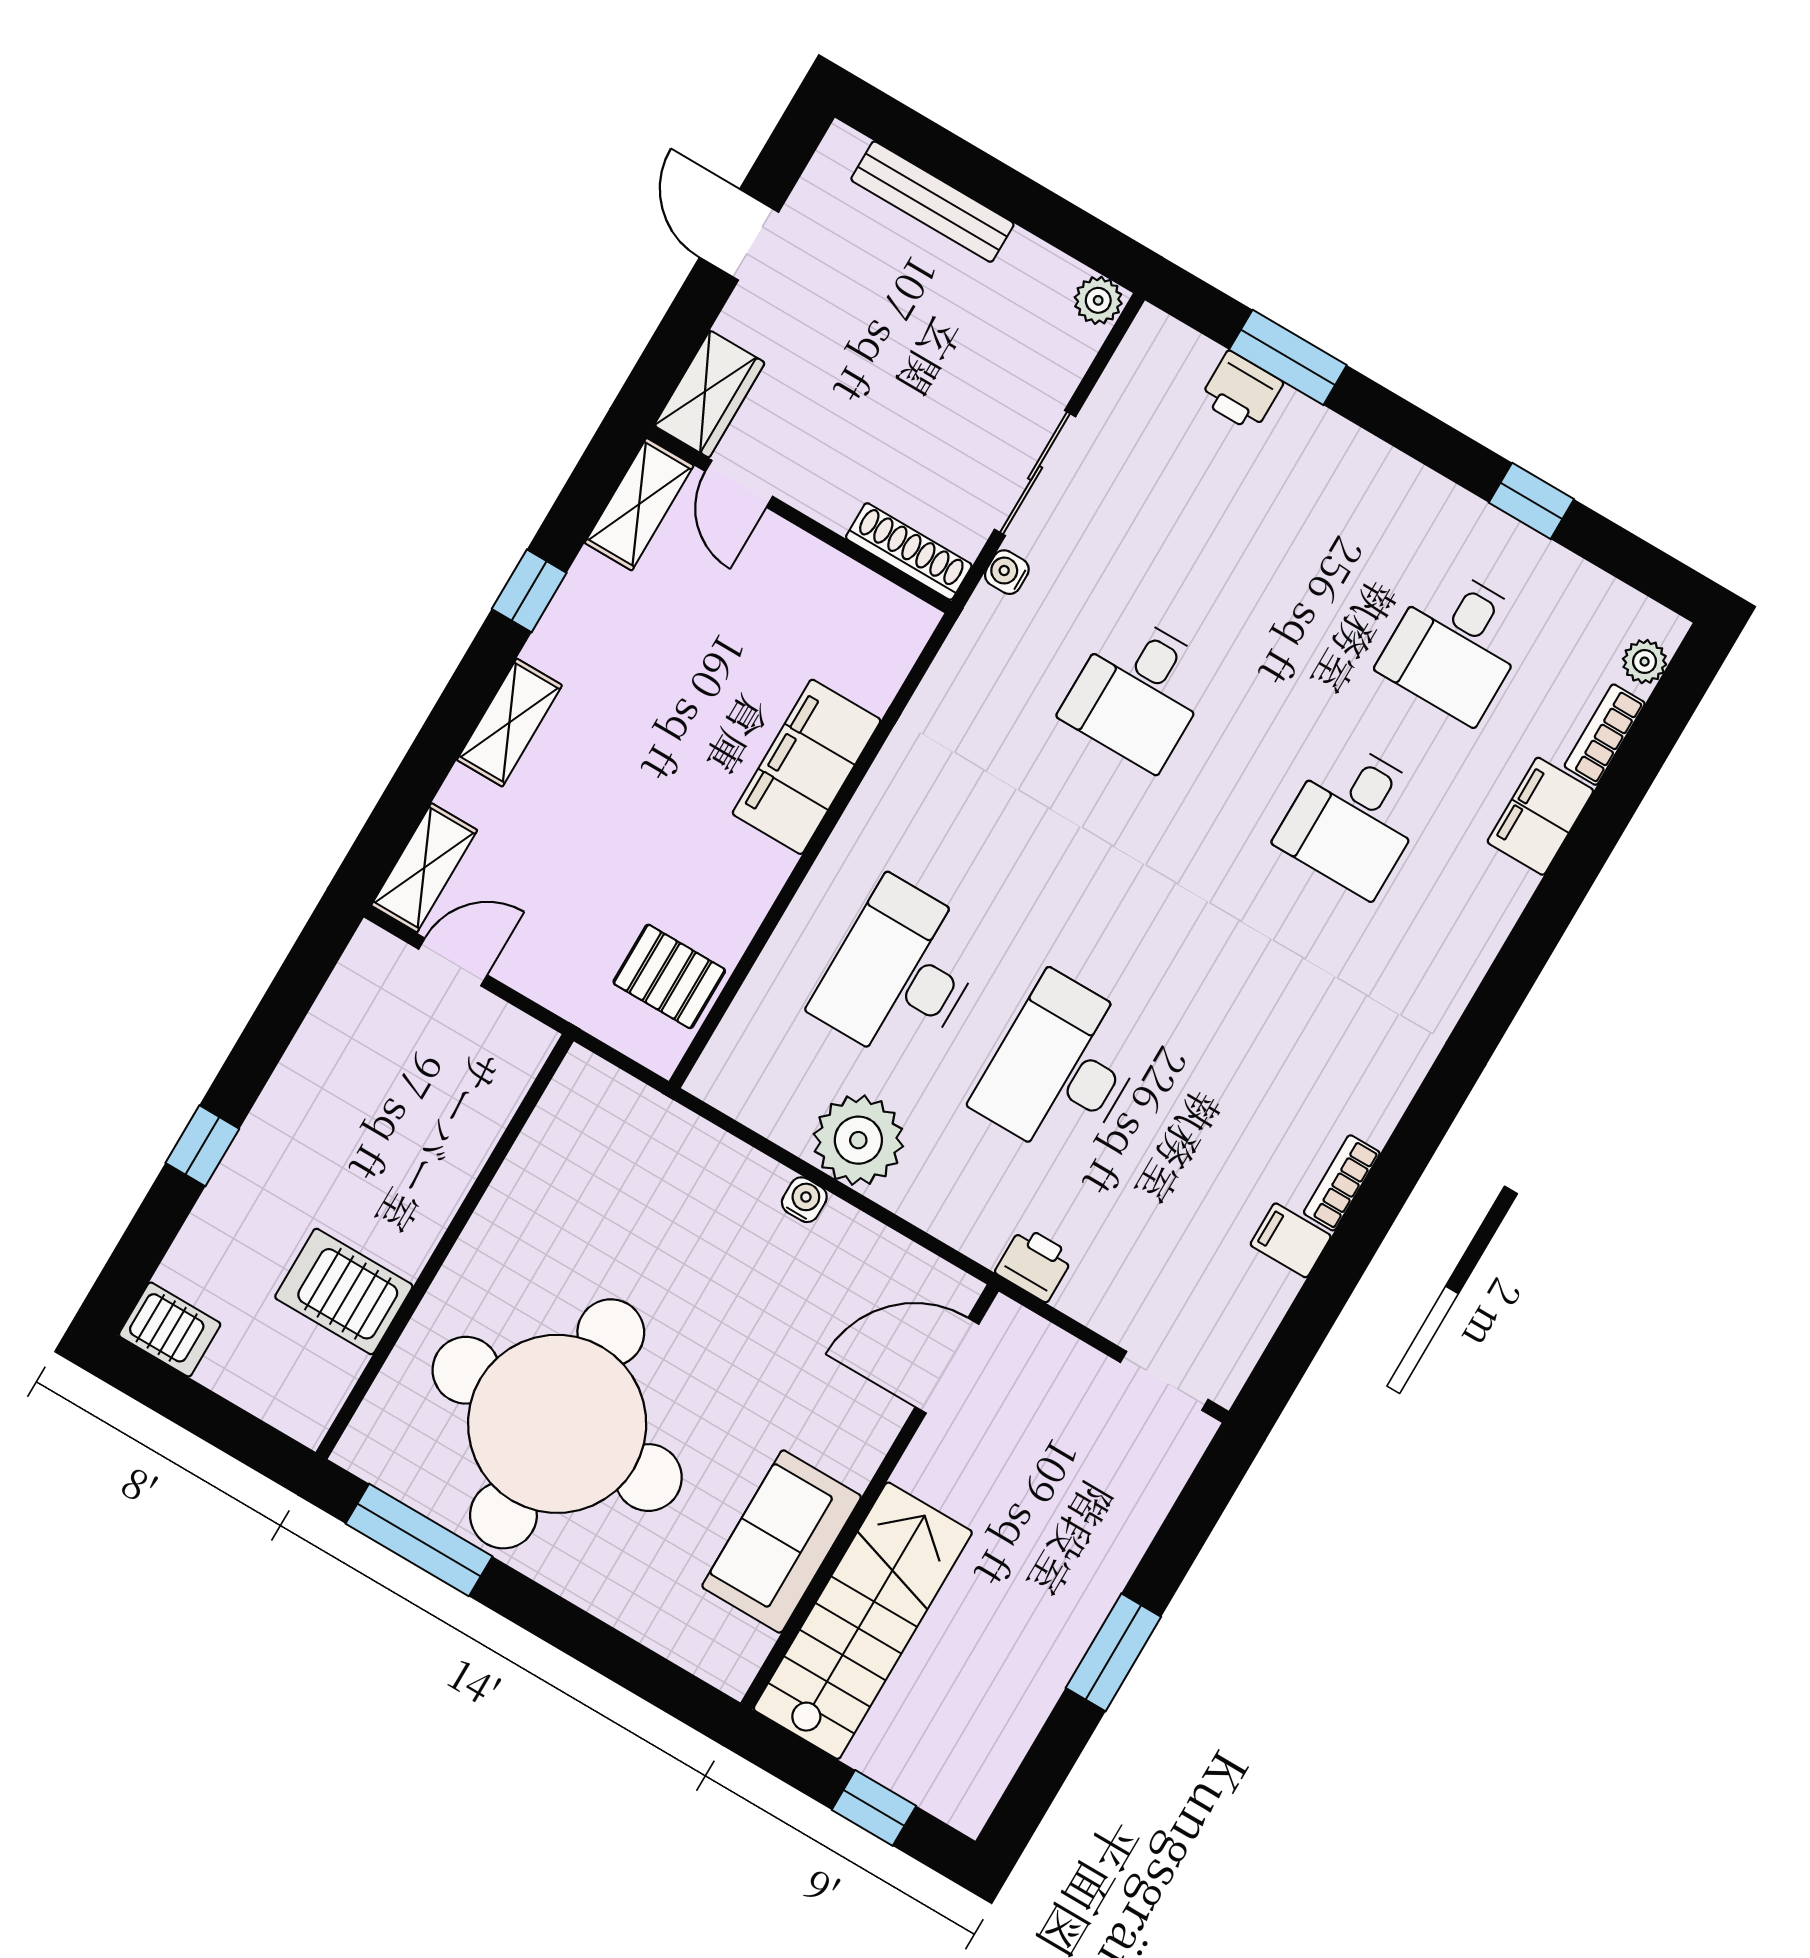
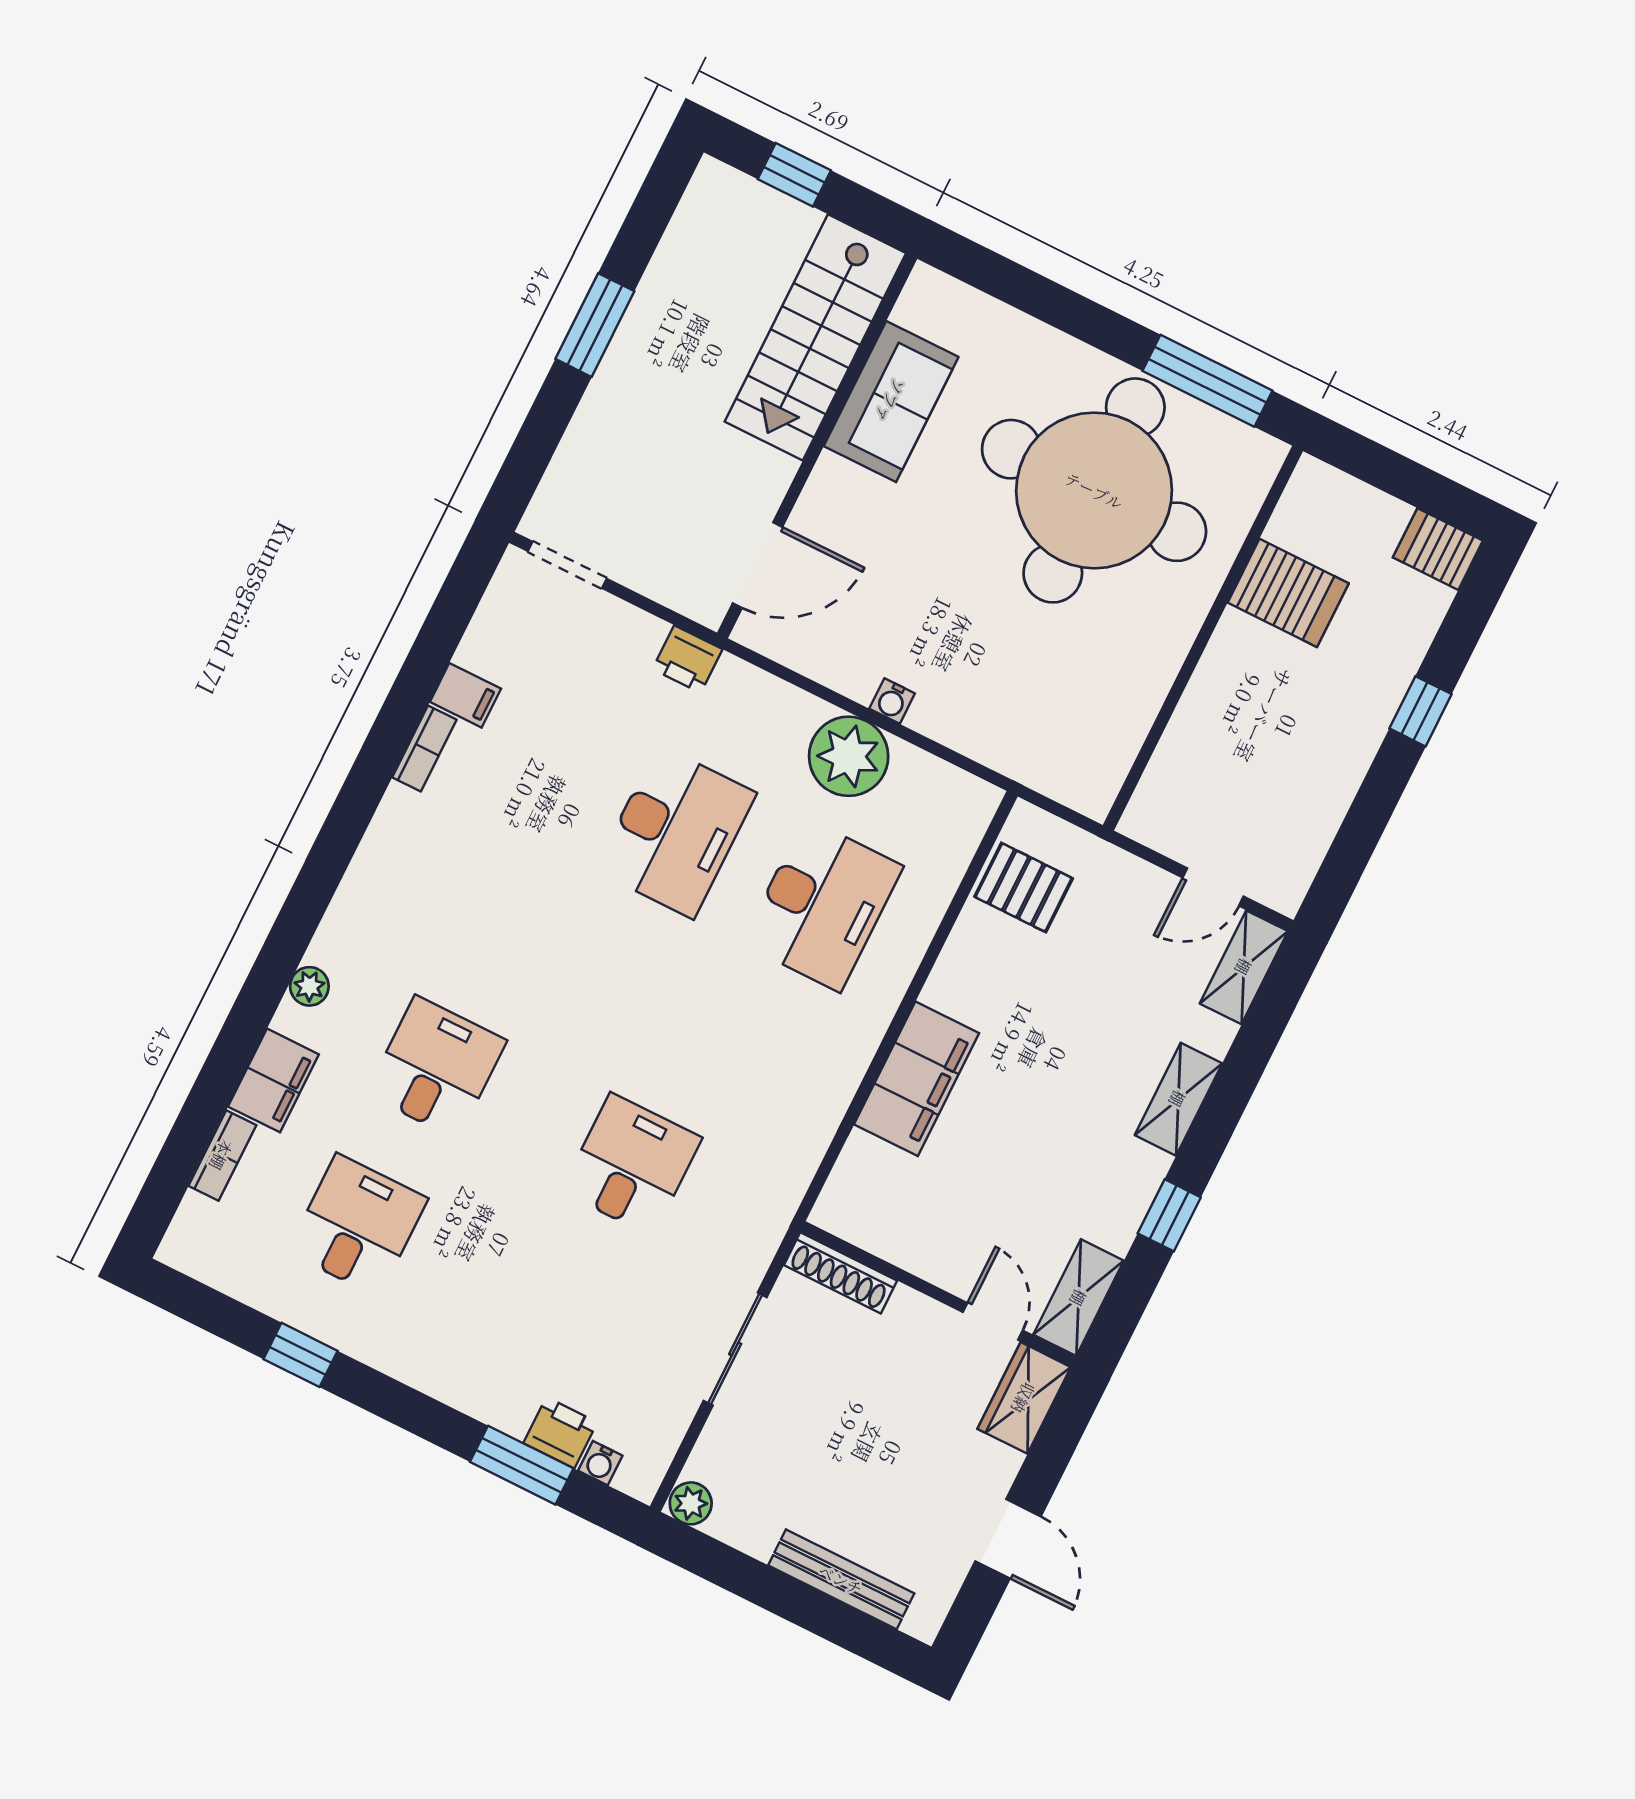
water cooler: (1007, 572) -> (600, 1463), moved, turned 90
plant: (1645, 662) -> (309, 986), moved

